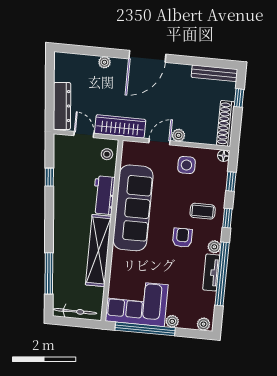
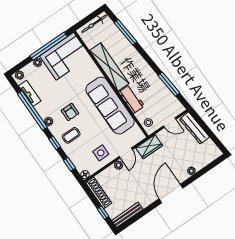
wardrobe: (120, 126) -> (149, 147), width x0.67
window: (49, 177) -> (169, 84), width x2.17
tv unit: (211, 272) -> (30, 93), moved

